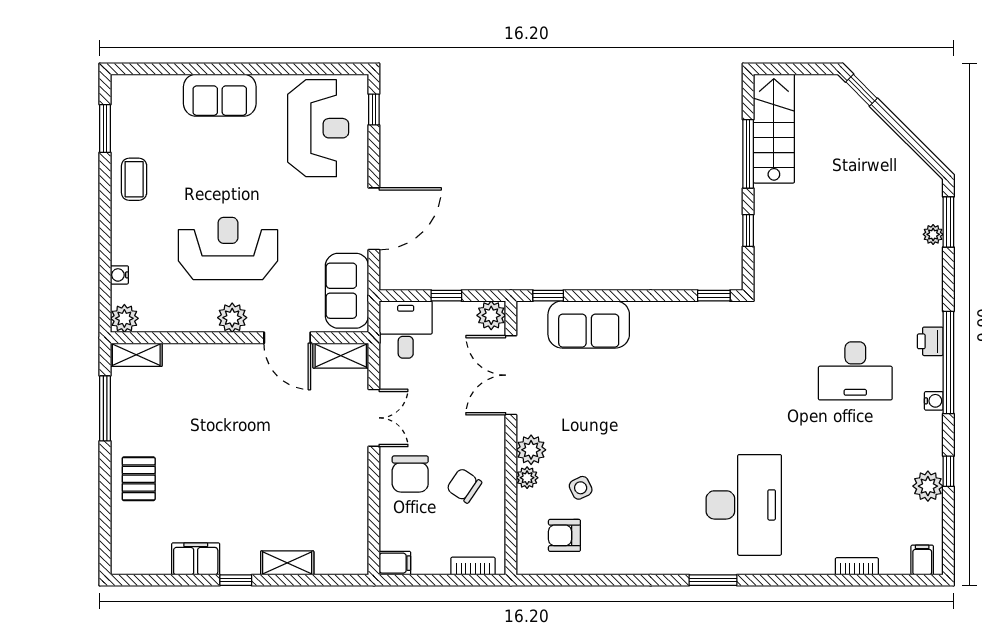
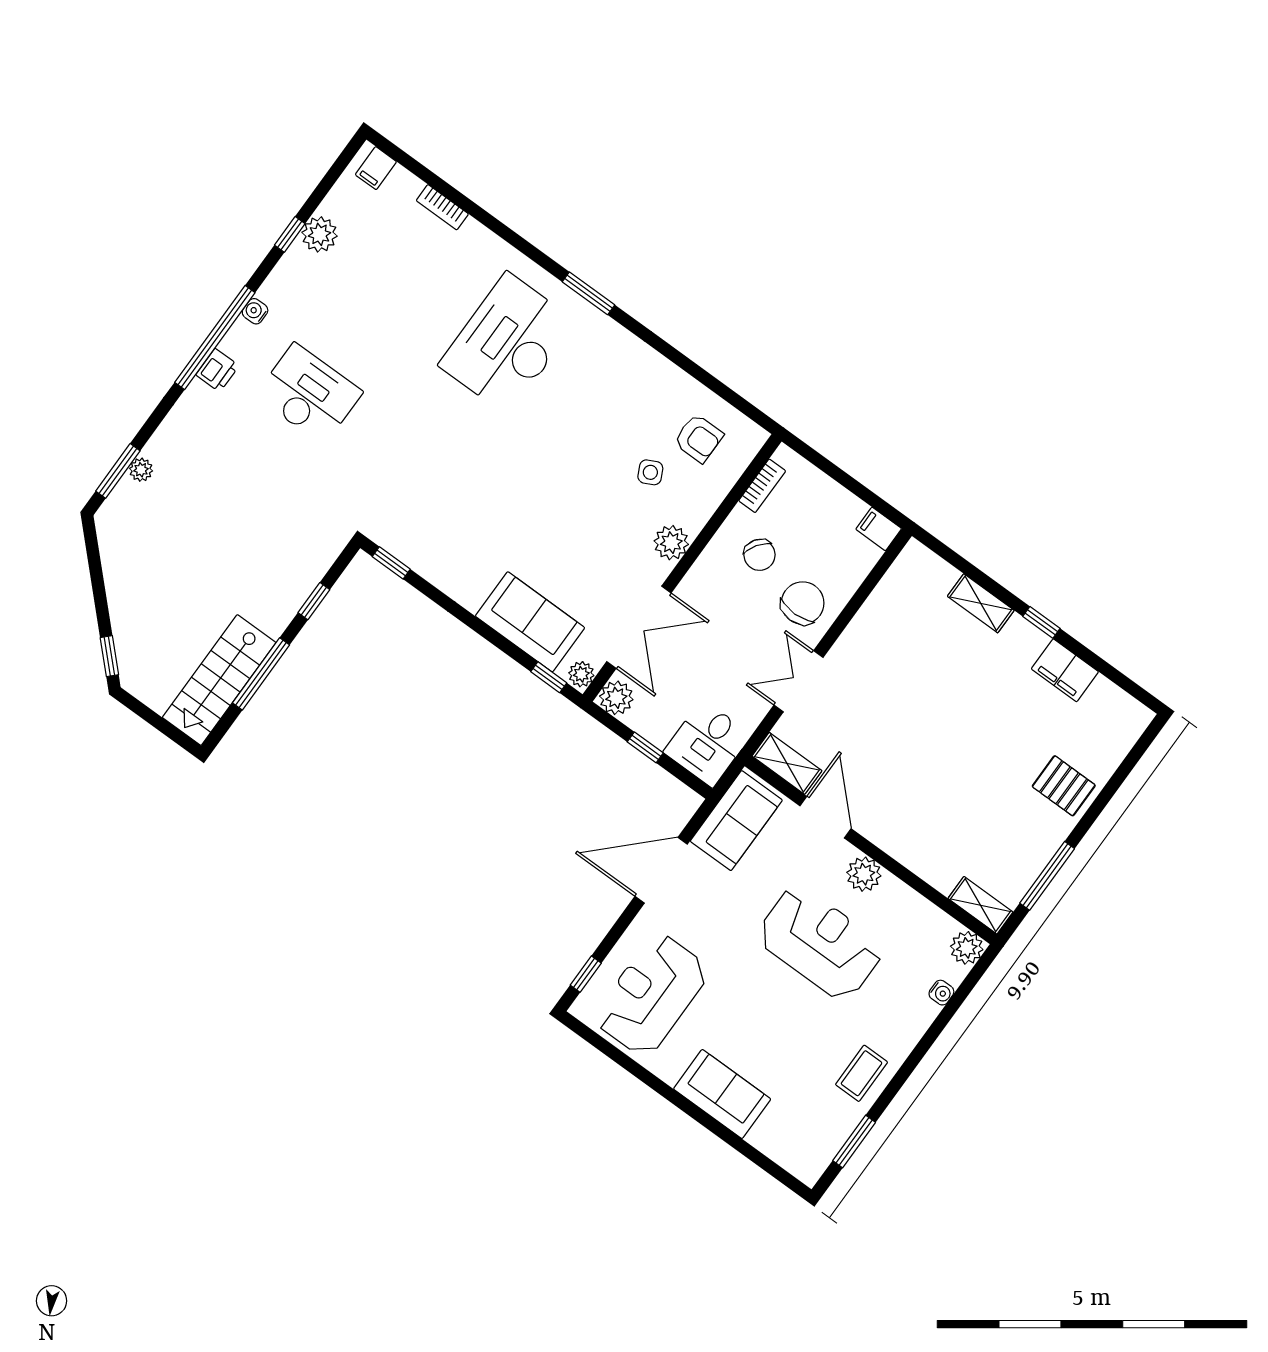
reception desk: (228, 248) -> (820, 943), turned 180
plant: (527, 478) -> (581, 674), moved
pallet: (139, 479) -> (1064, 786), turned 90
bookcase: (473, 566) -> (762, 486), moved, turned -90

